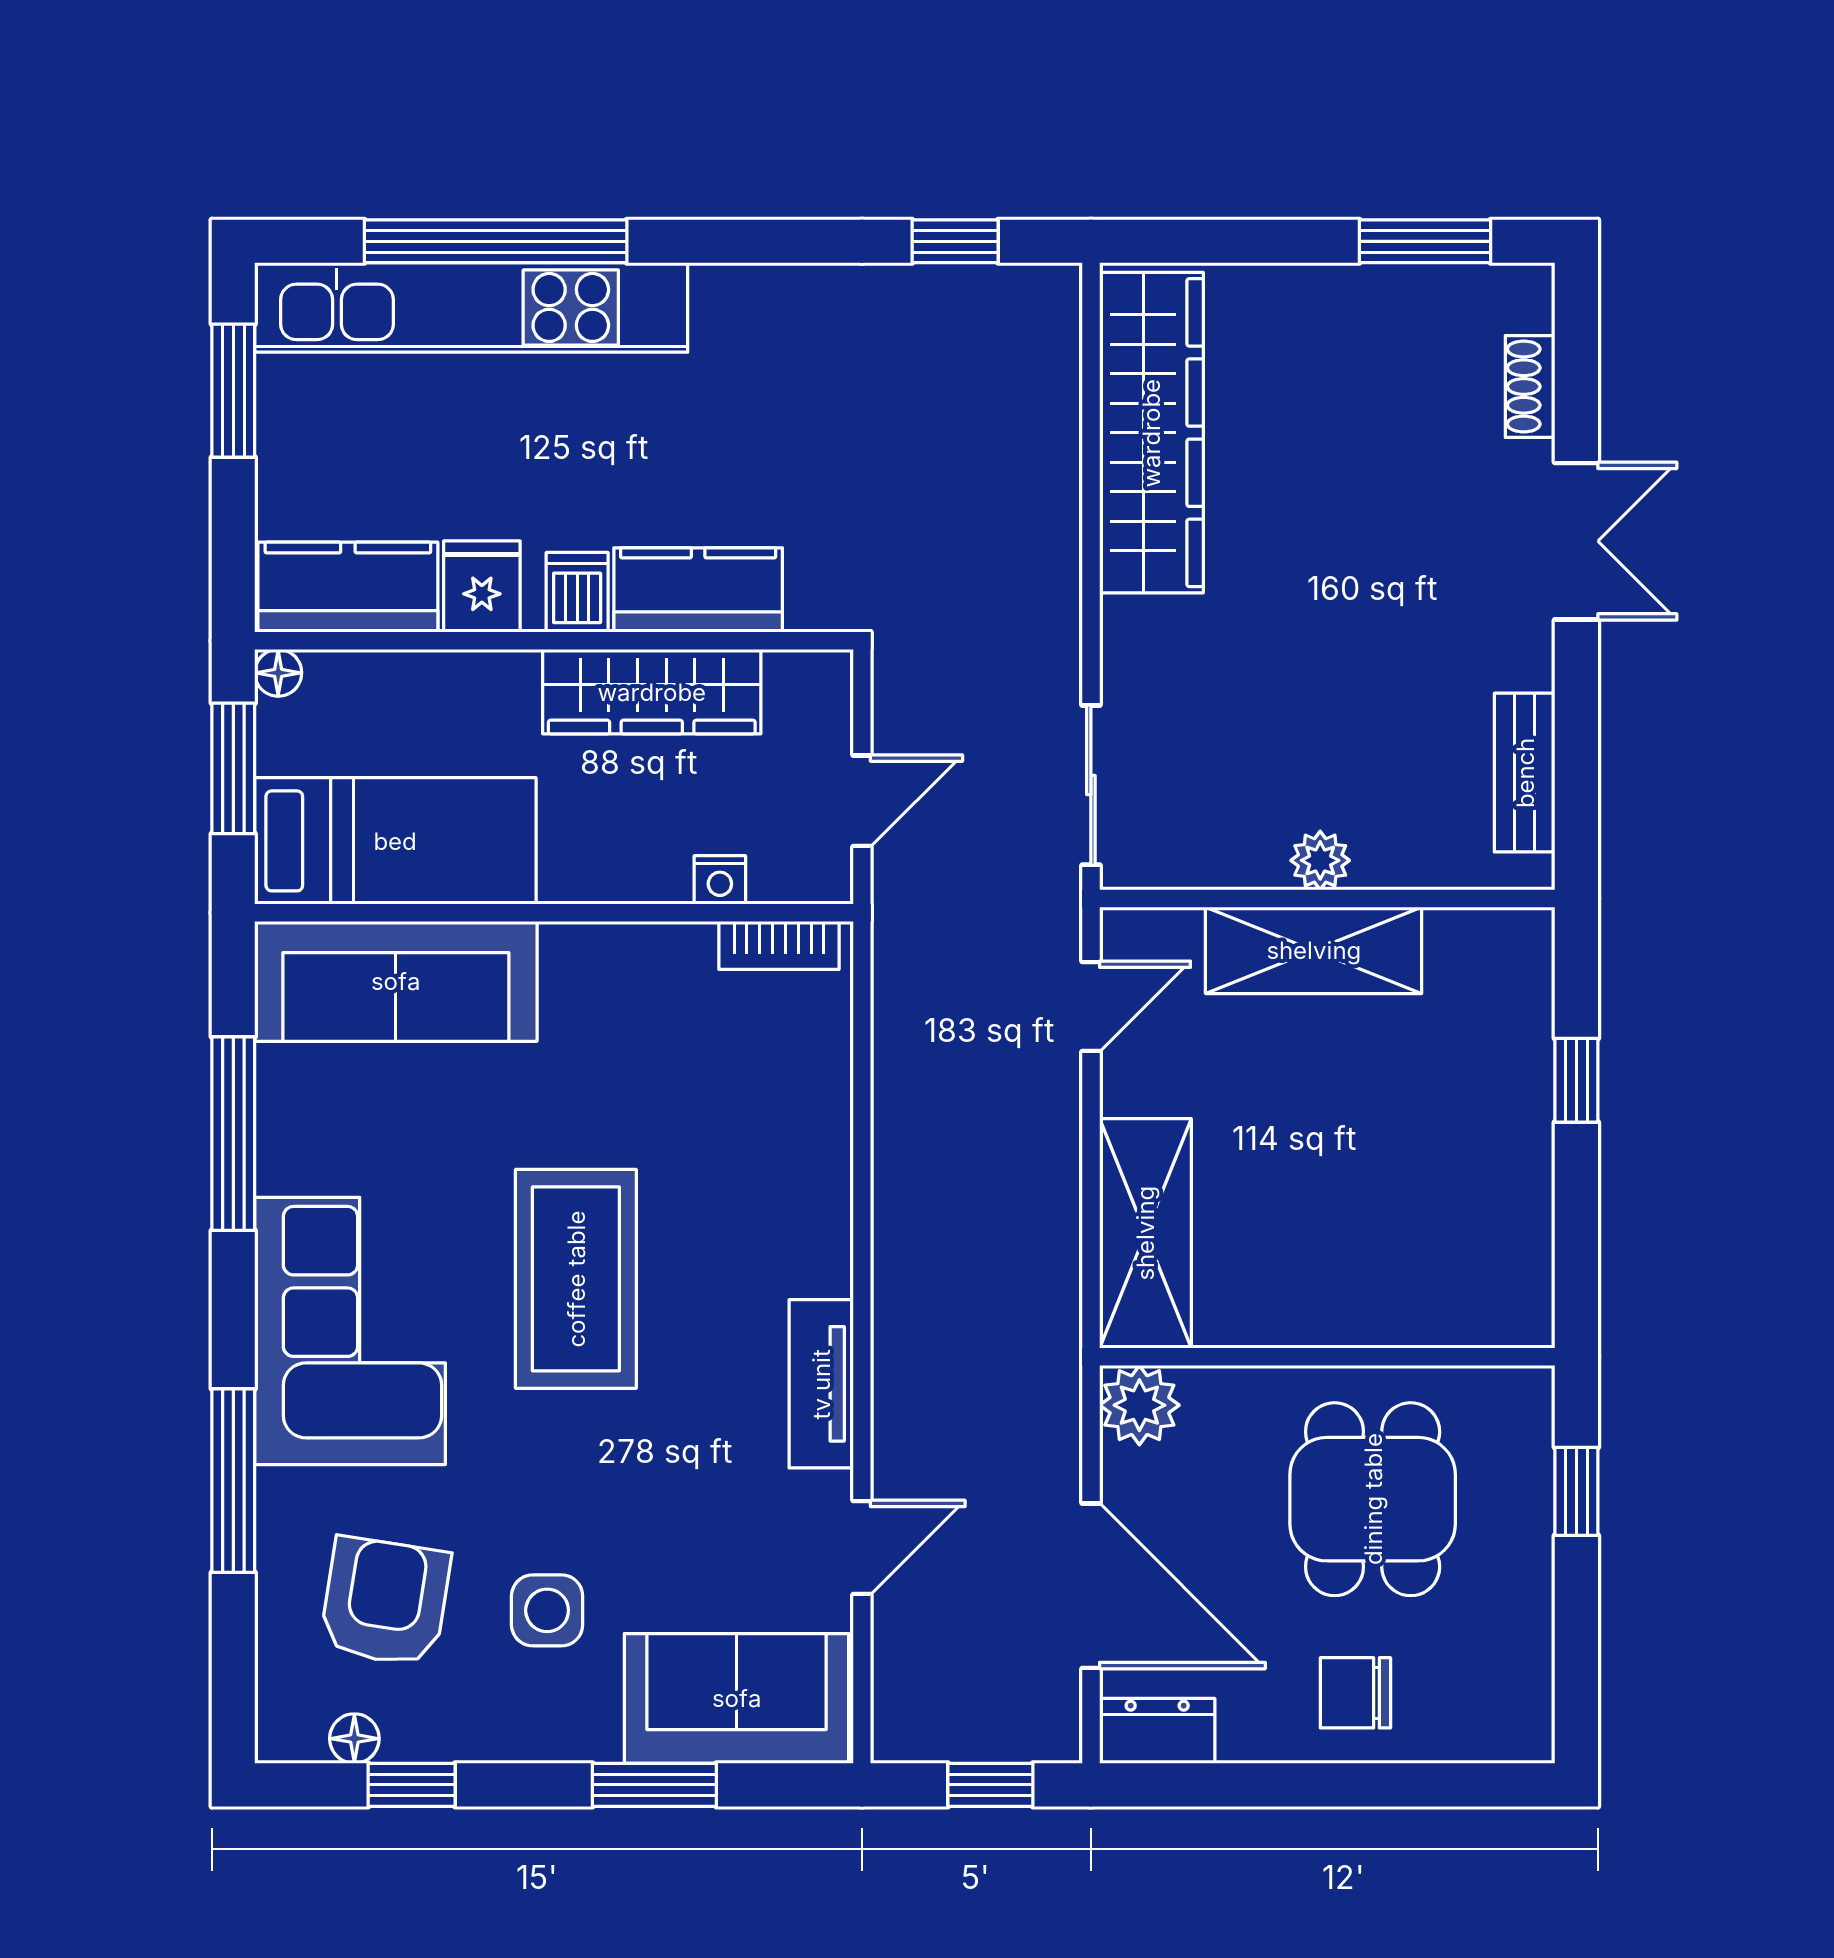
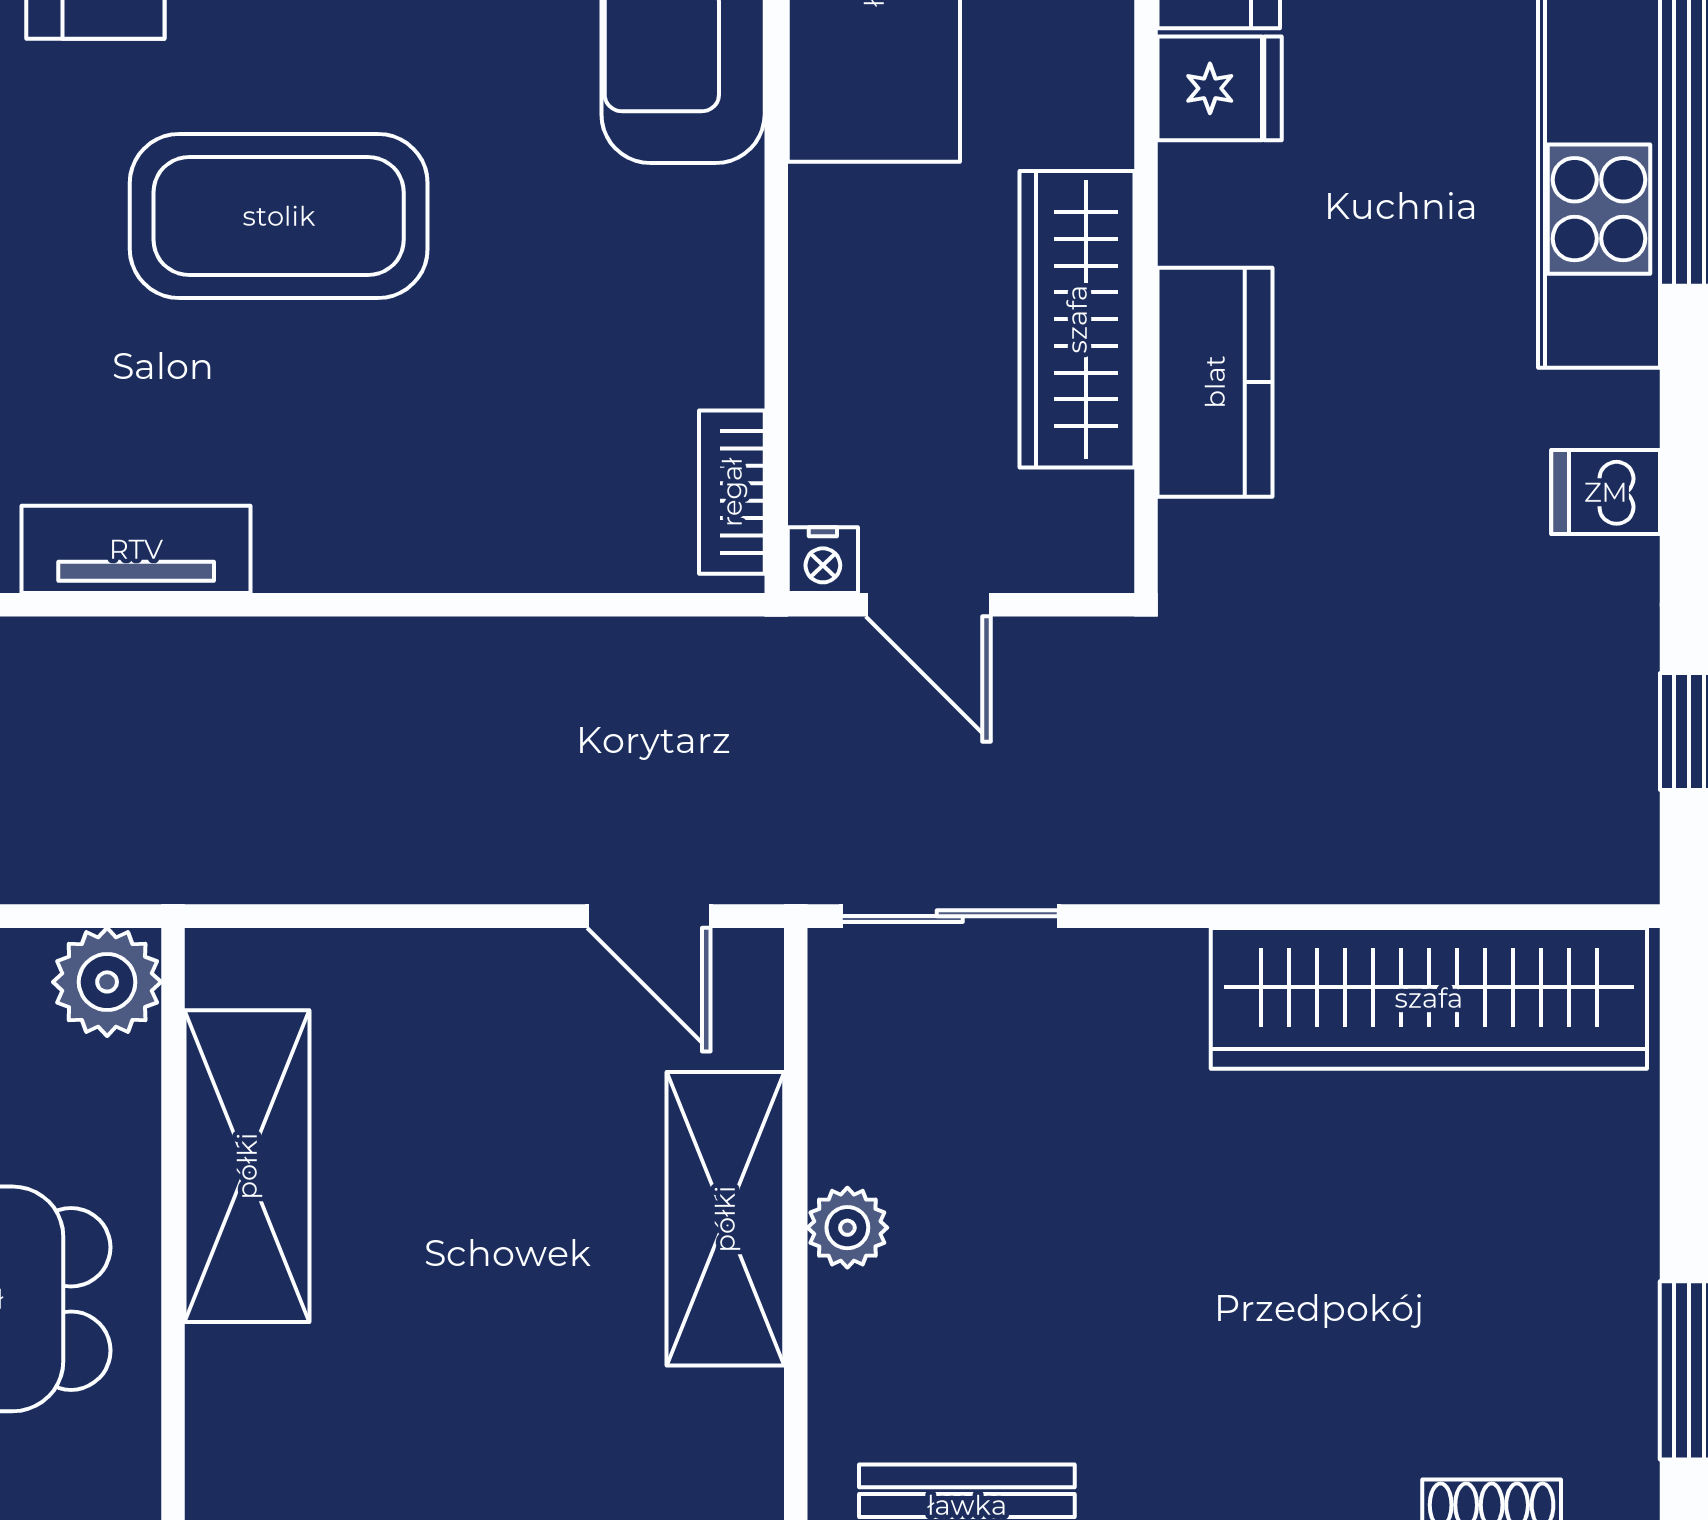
dishwasher: (577, 592) -> (1606, 492), moved, turned 180
nightstand: (720, 880) -> (823, 560), moved, turned -90
shelving: (1145, 1233) -> (247, 1166), moved, turned 90

